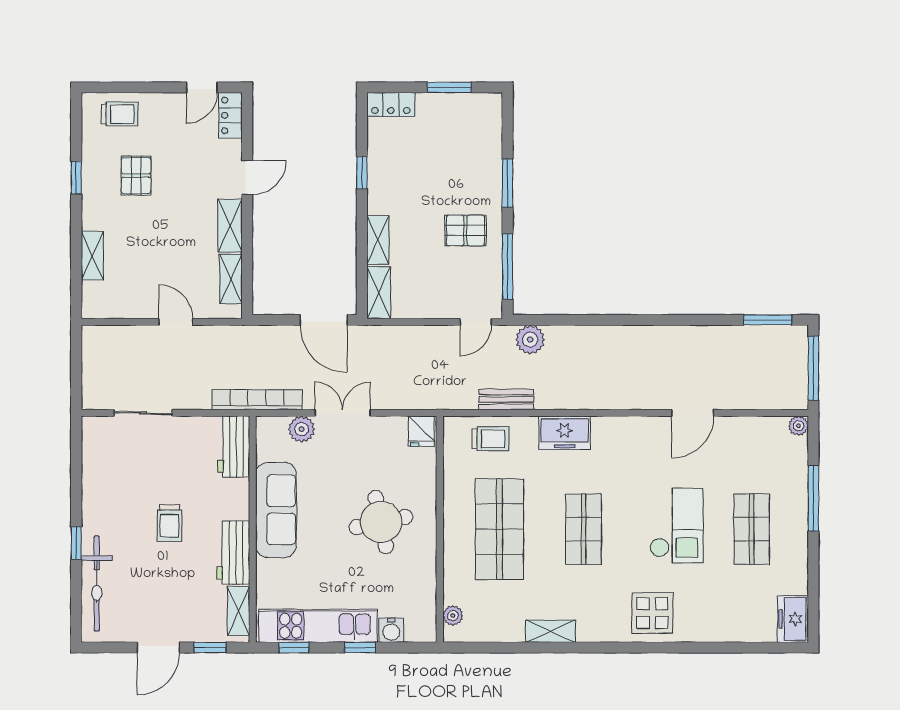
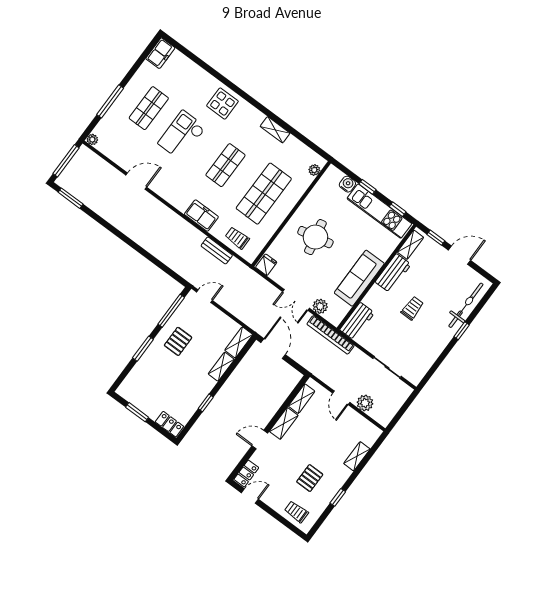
pallet: (466, 230) -> (178, 341), turned 90
plant: (530, 340) -> (365, 403), moved

